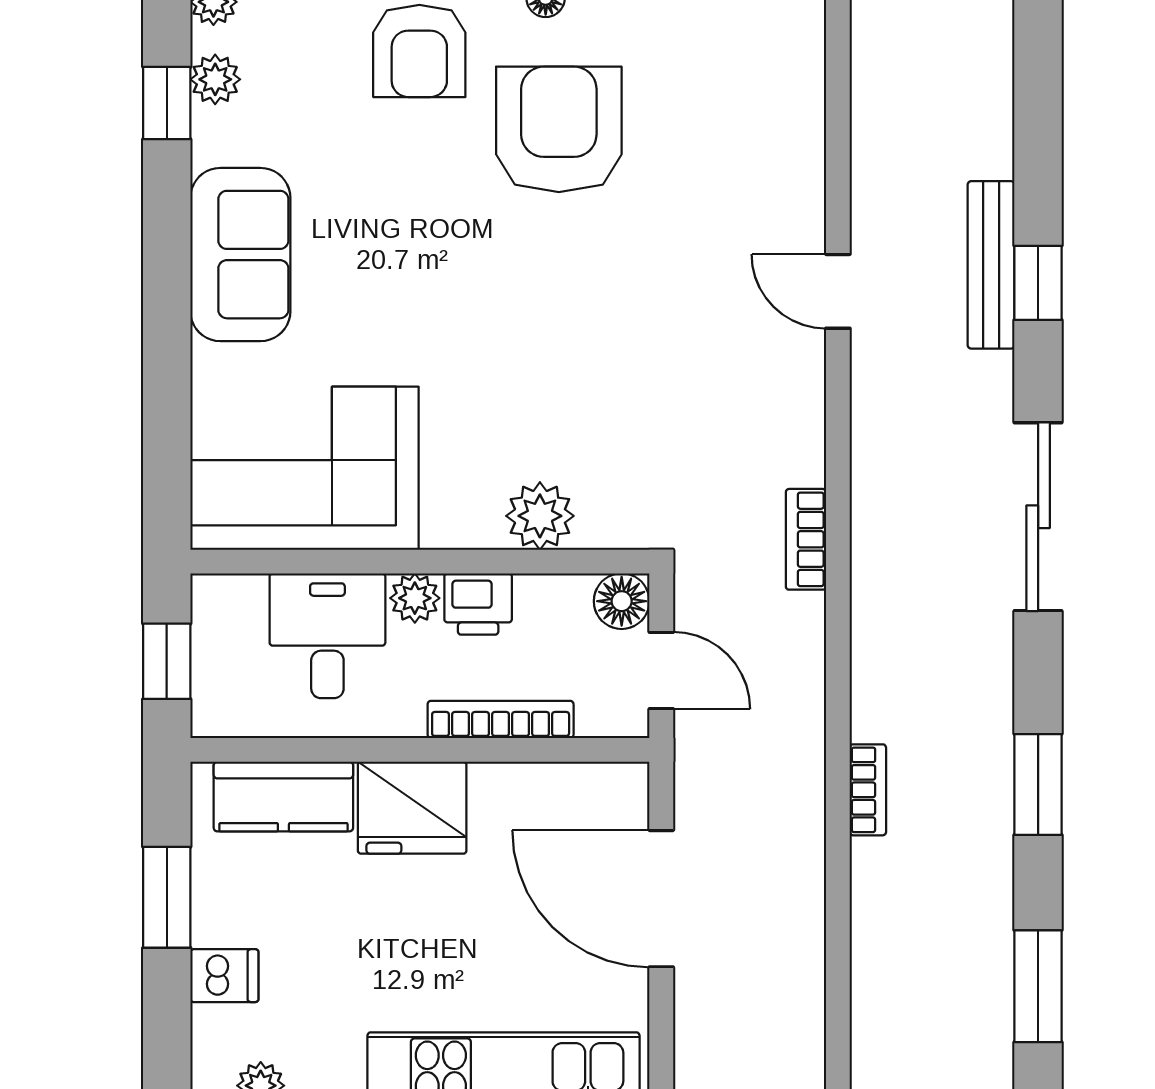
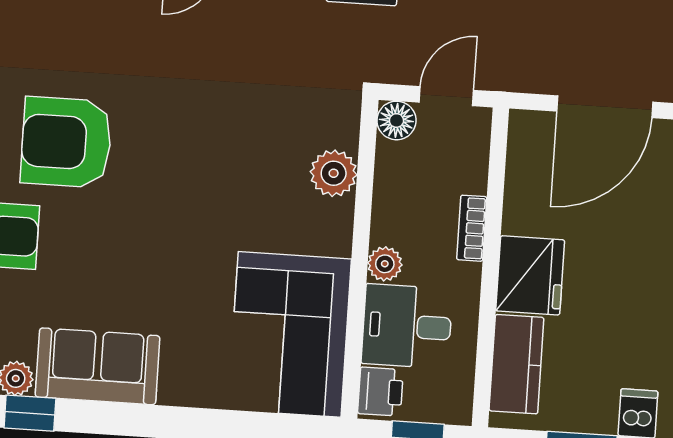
sofa: (240, 255) -> (98, 366), moved
printer: (478, 604) -> (380, 392), moved
bookcase: (501, 719) -> (472, 228), width x0.64

